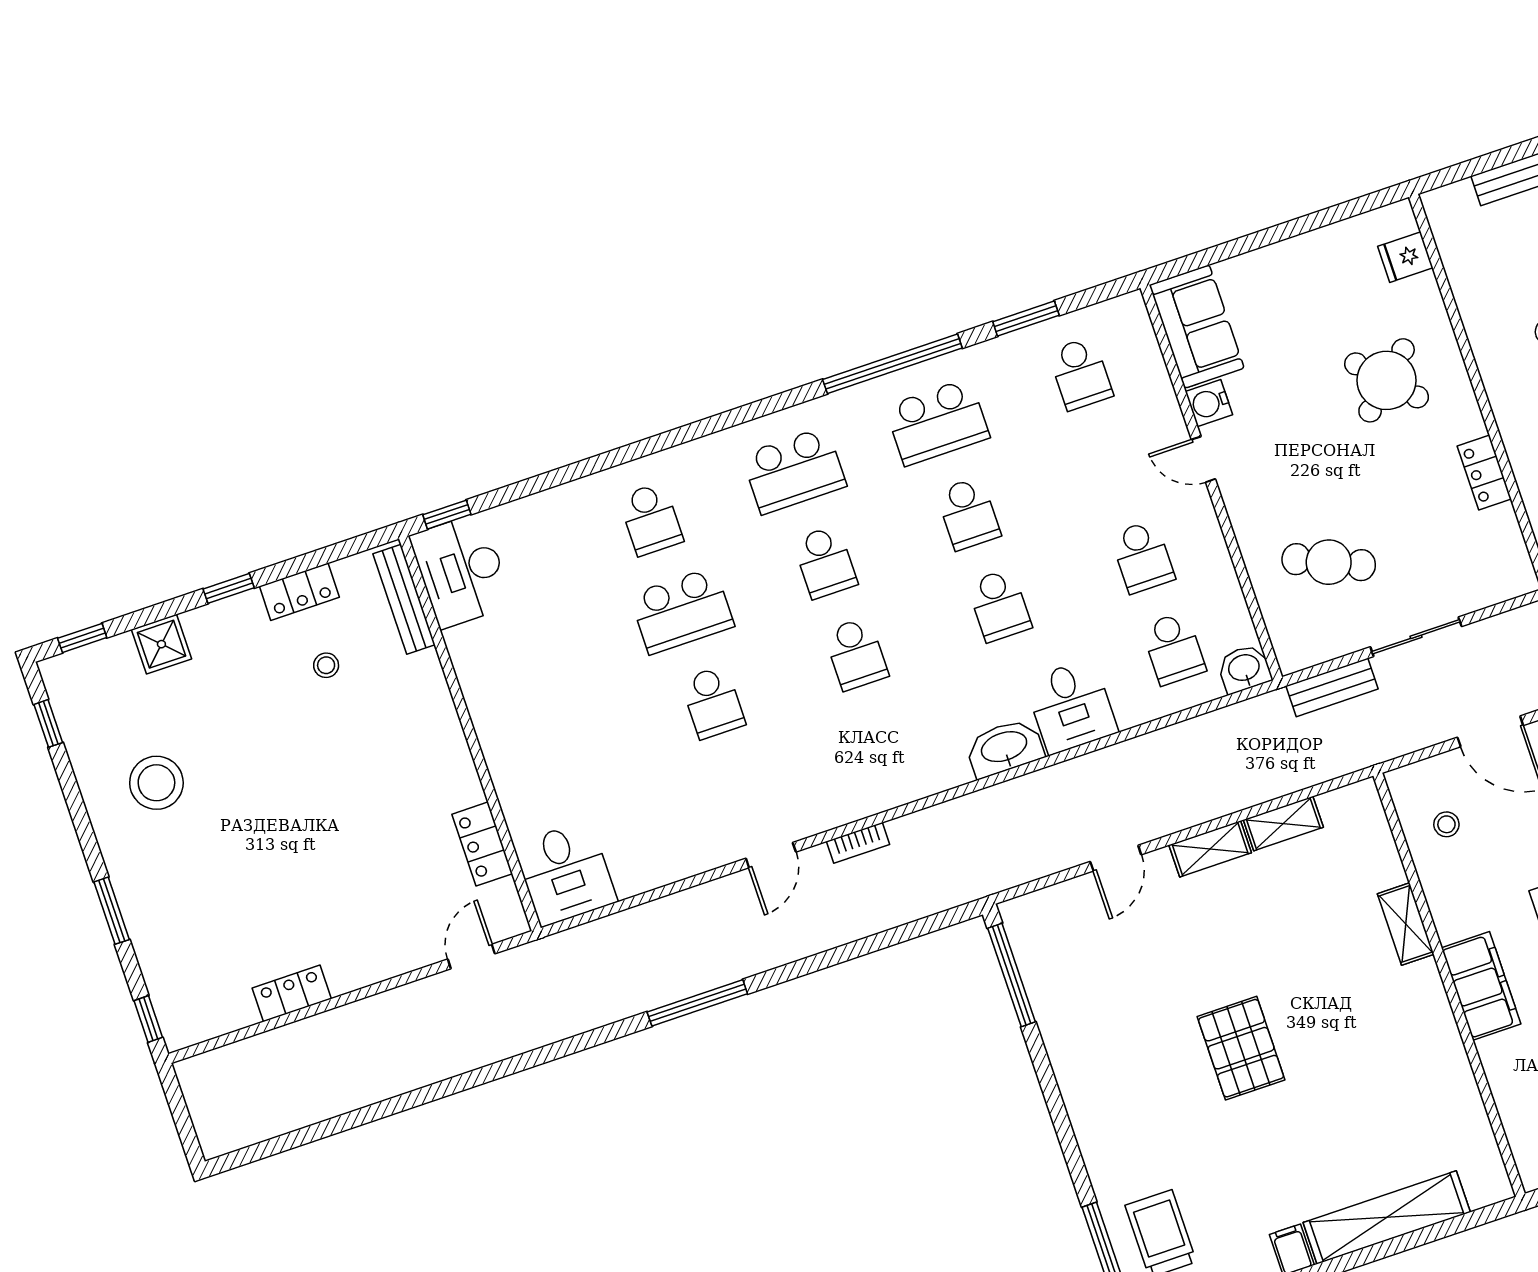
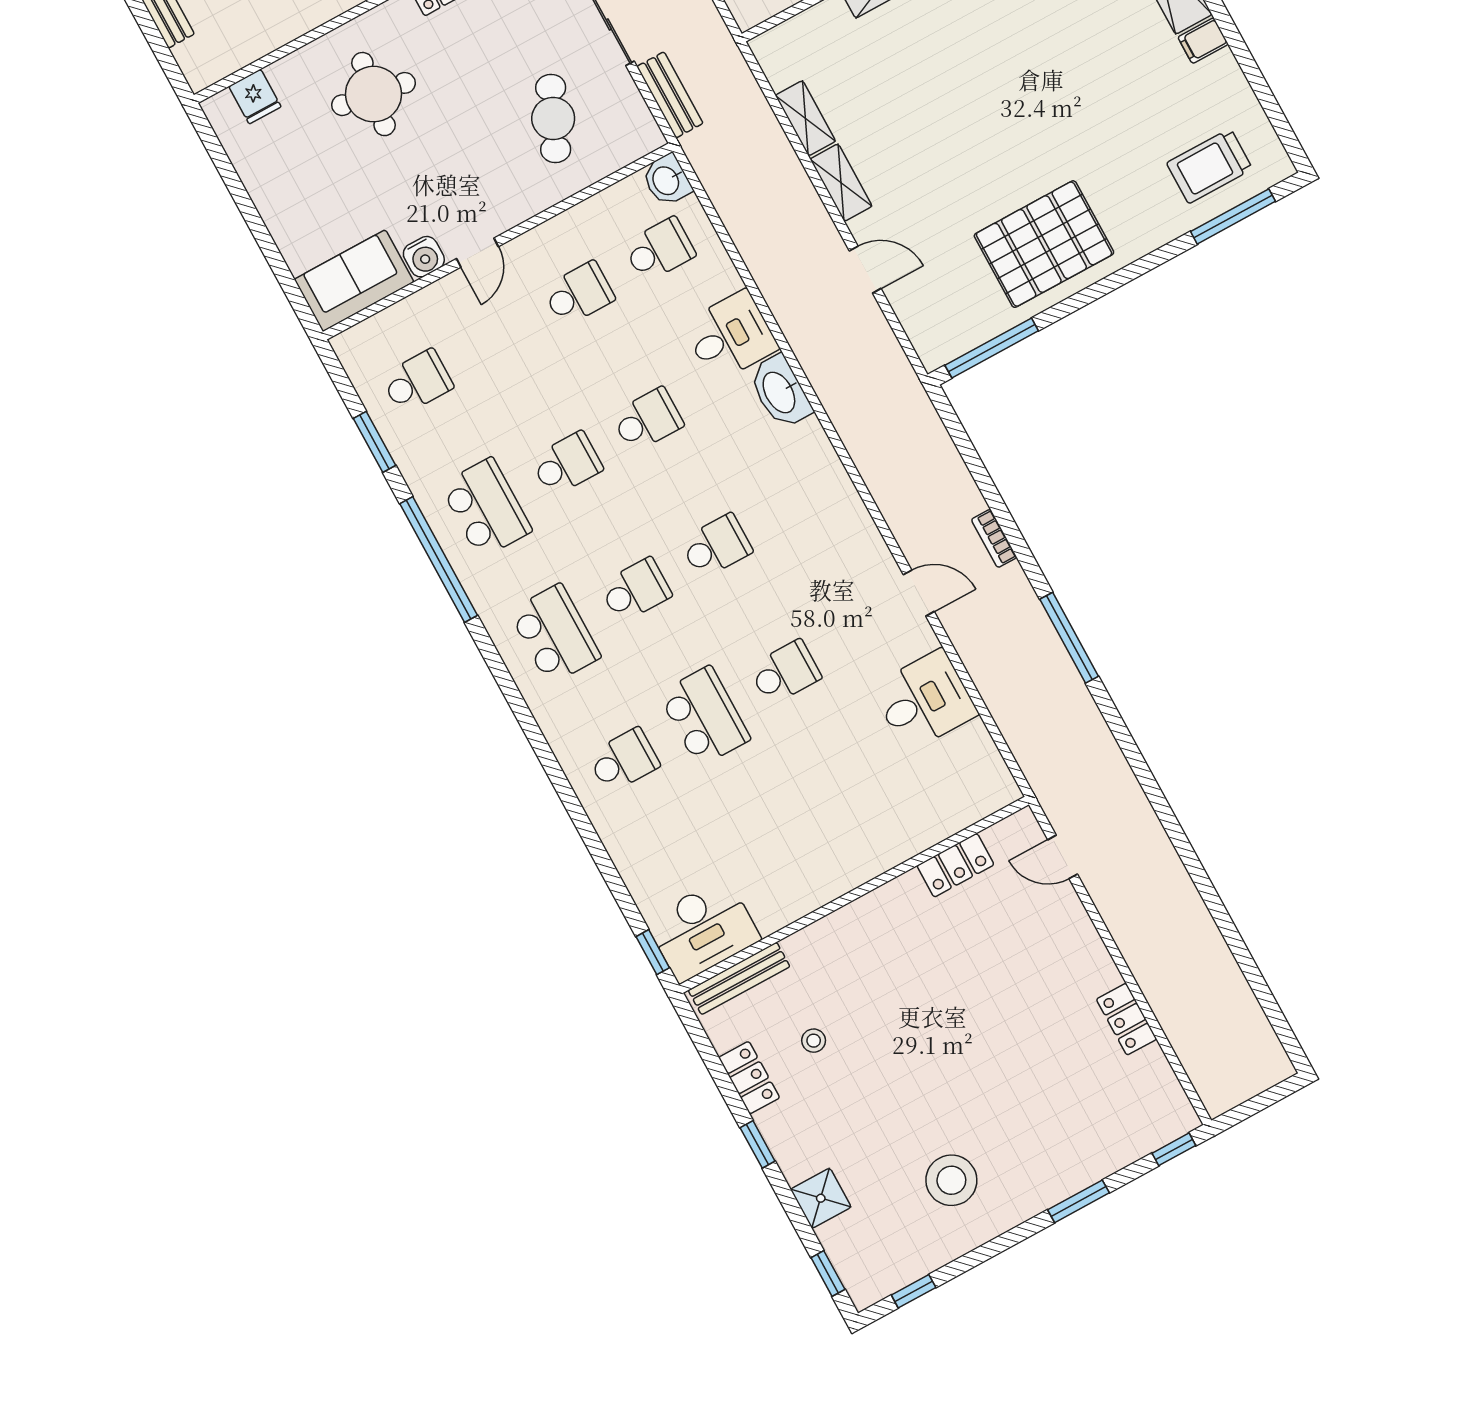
round table: (1387, 380) -> (373, 94), turned -38
bookcase: (858, 843) -> (994, 538), moved, turned 180
desk: (565, 873) -> (925, 700), moved
pallet: (1241, 1048) -> (1044, 244), moved, width x1.37, depth x1.41

